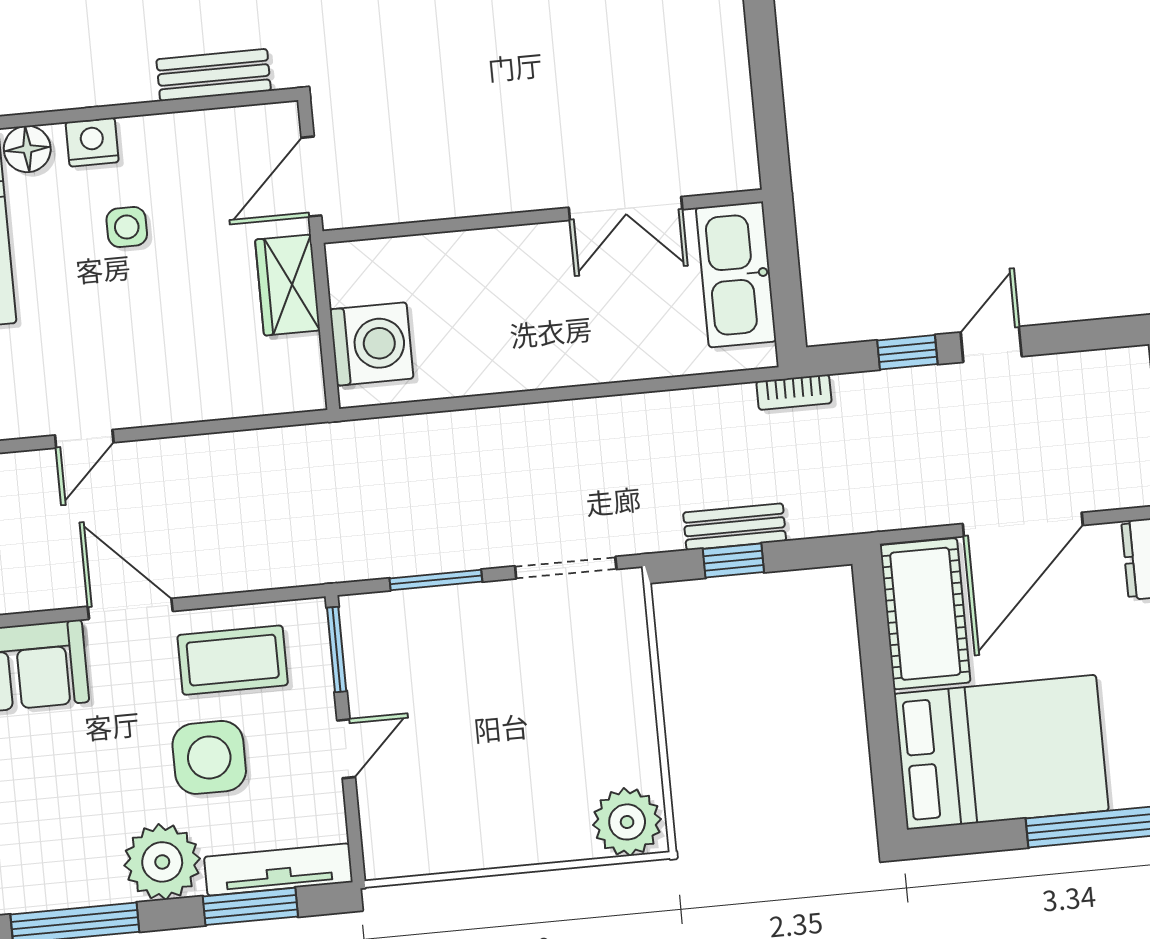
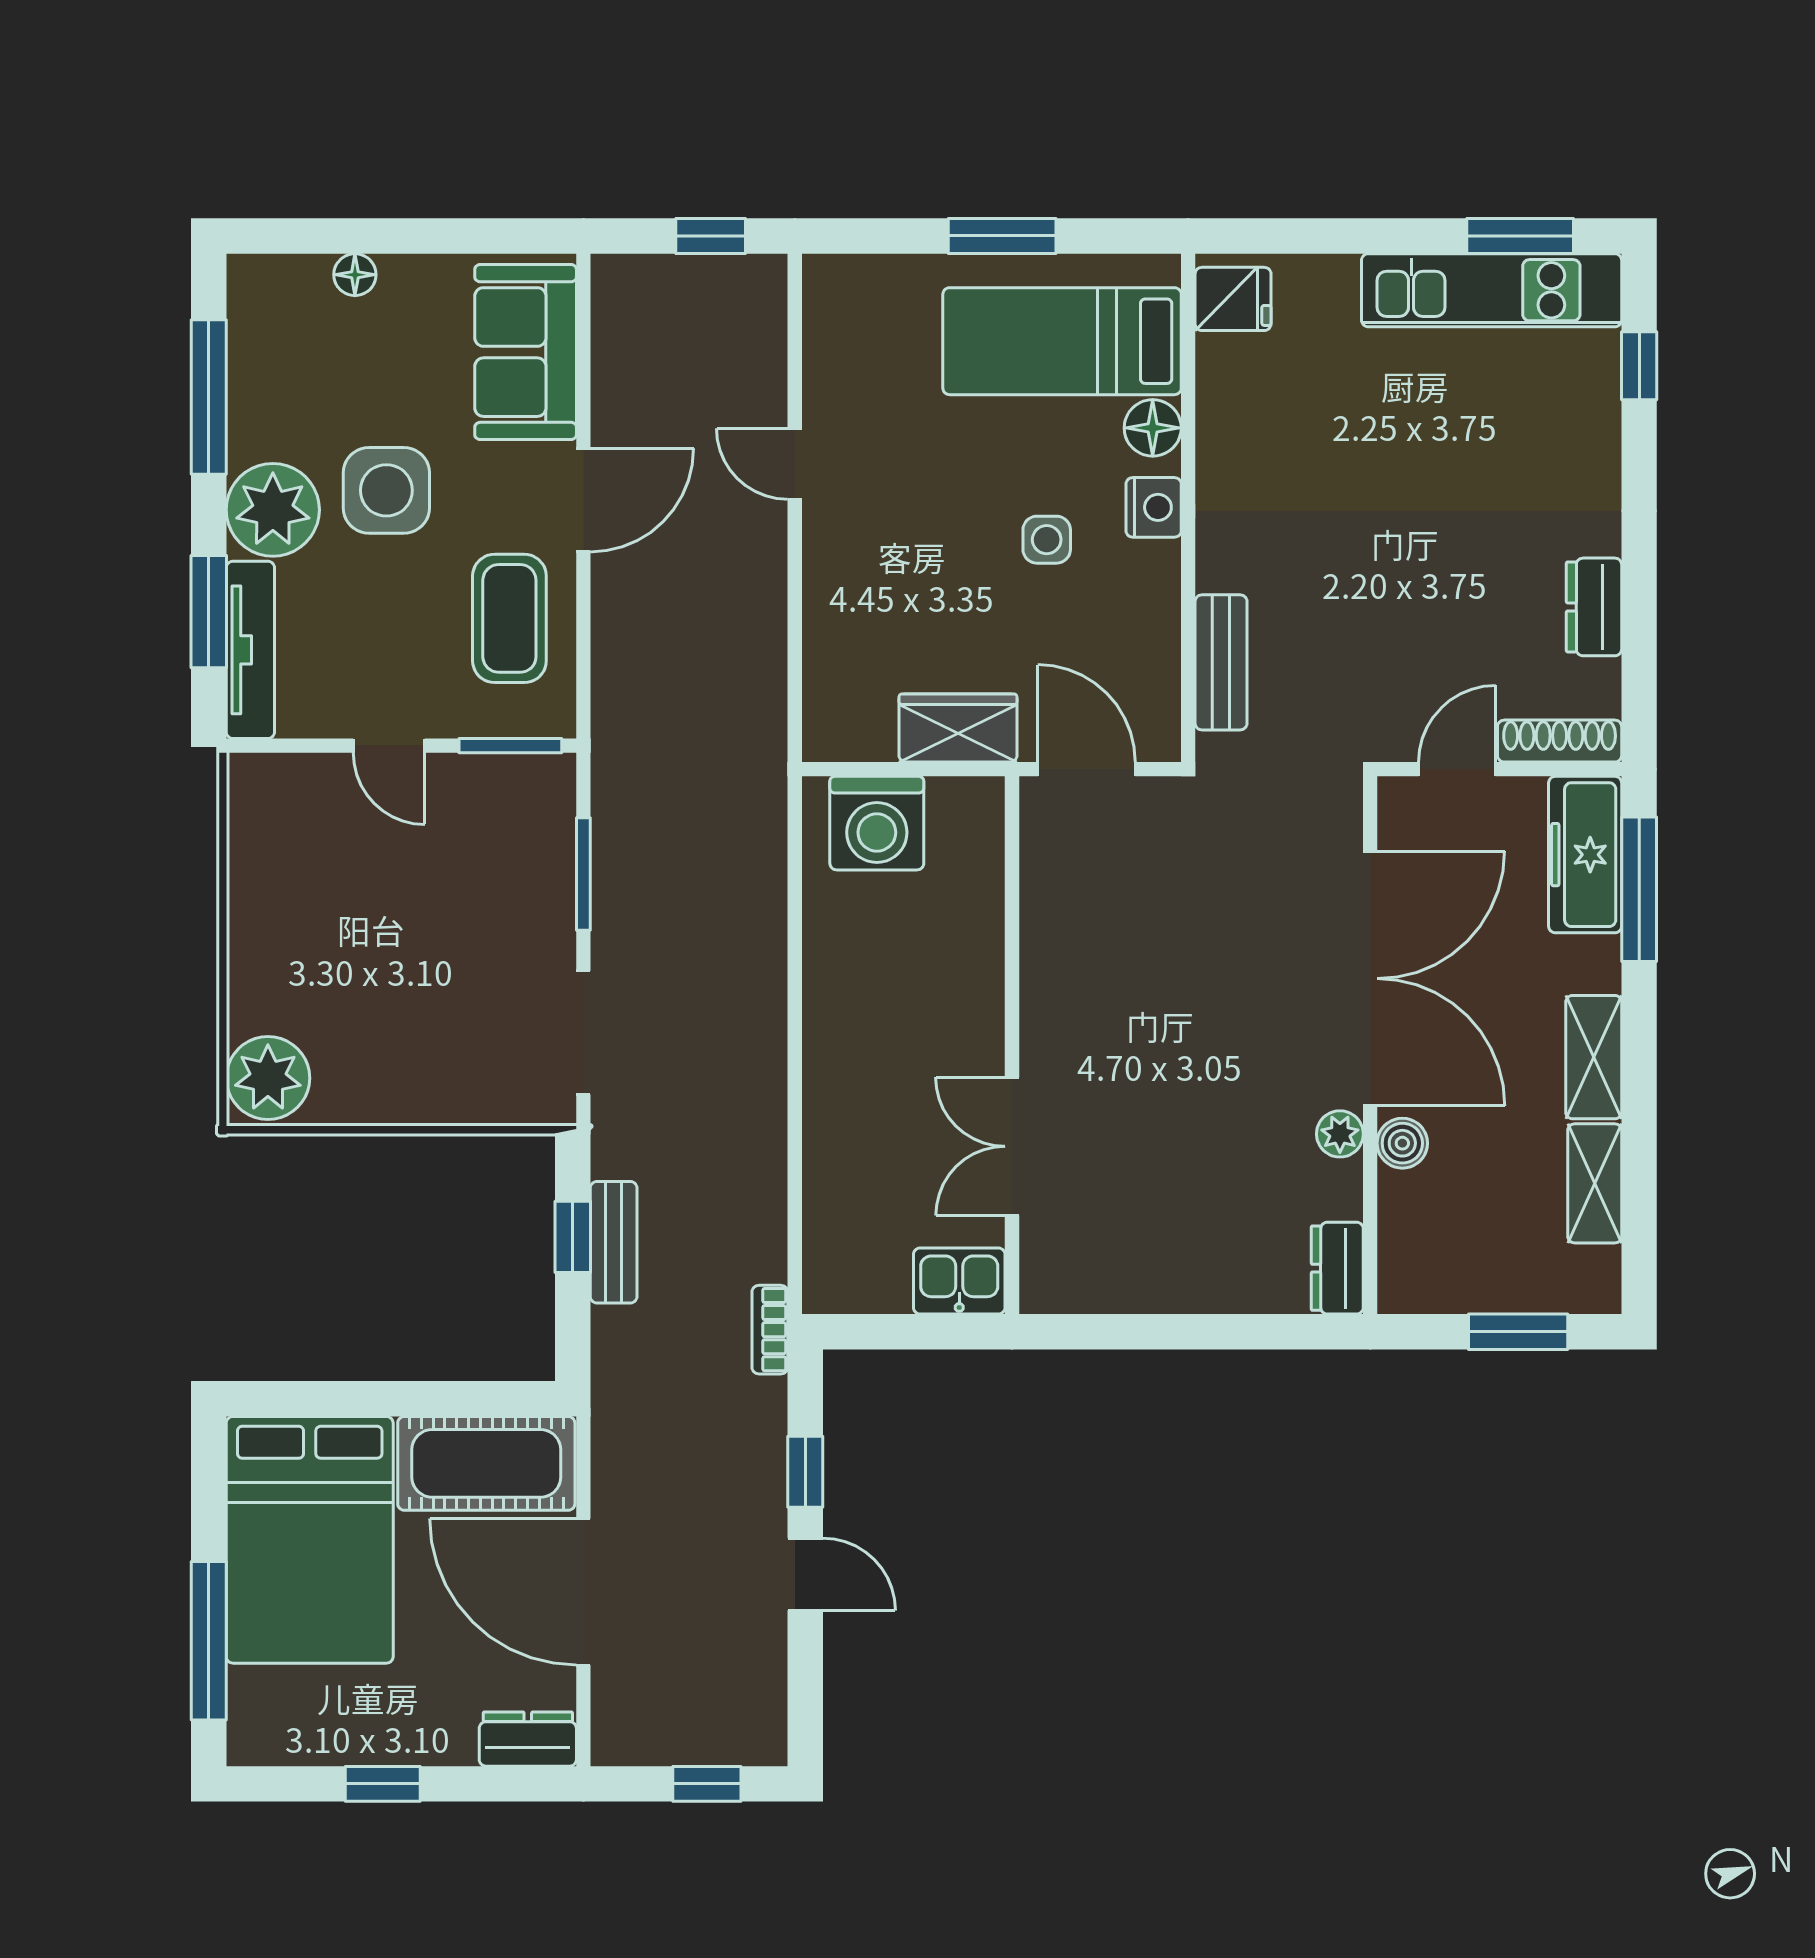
kitchen sink: (736, 275) -> (959, 1281), width x0.53, depth x0.81
side table: (209, 757) -> (386, 490), moved

